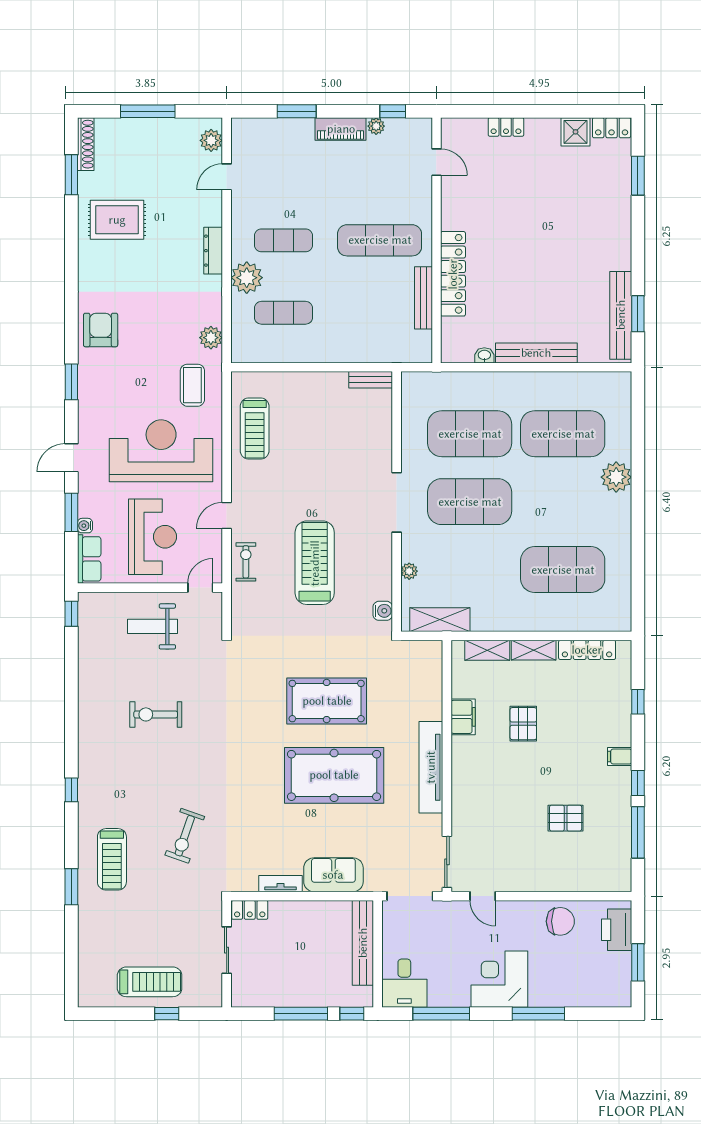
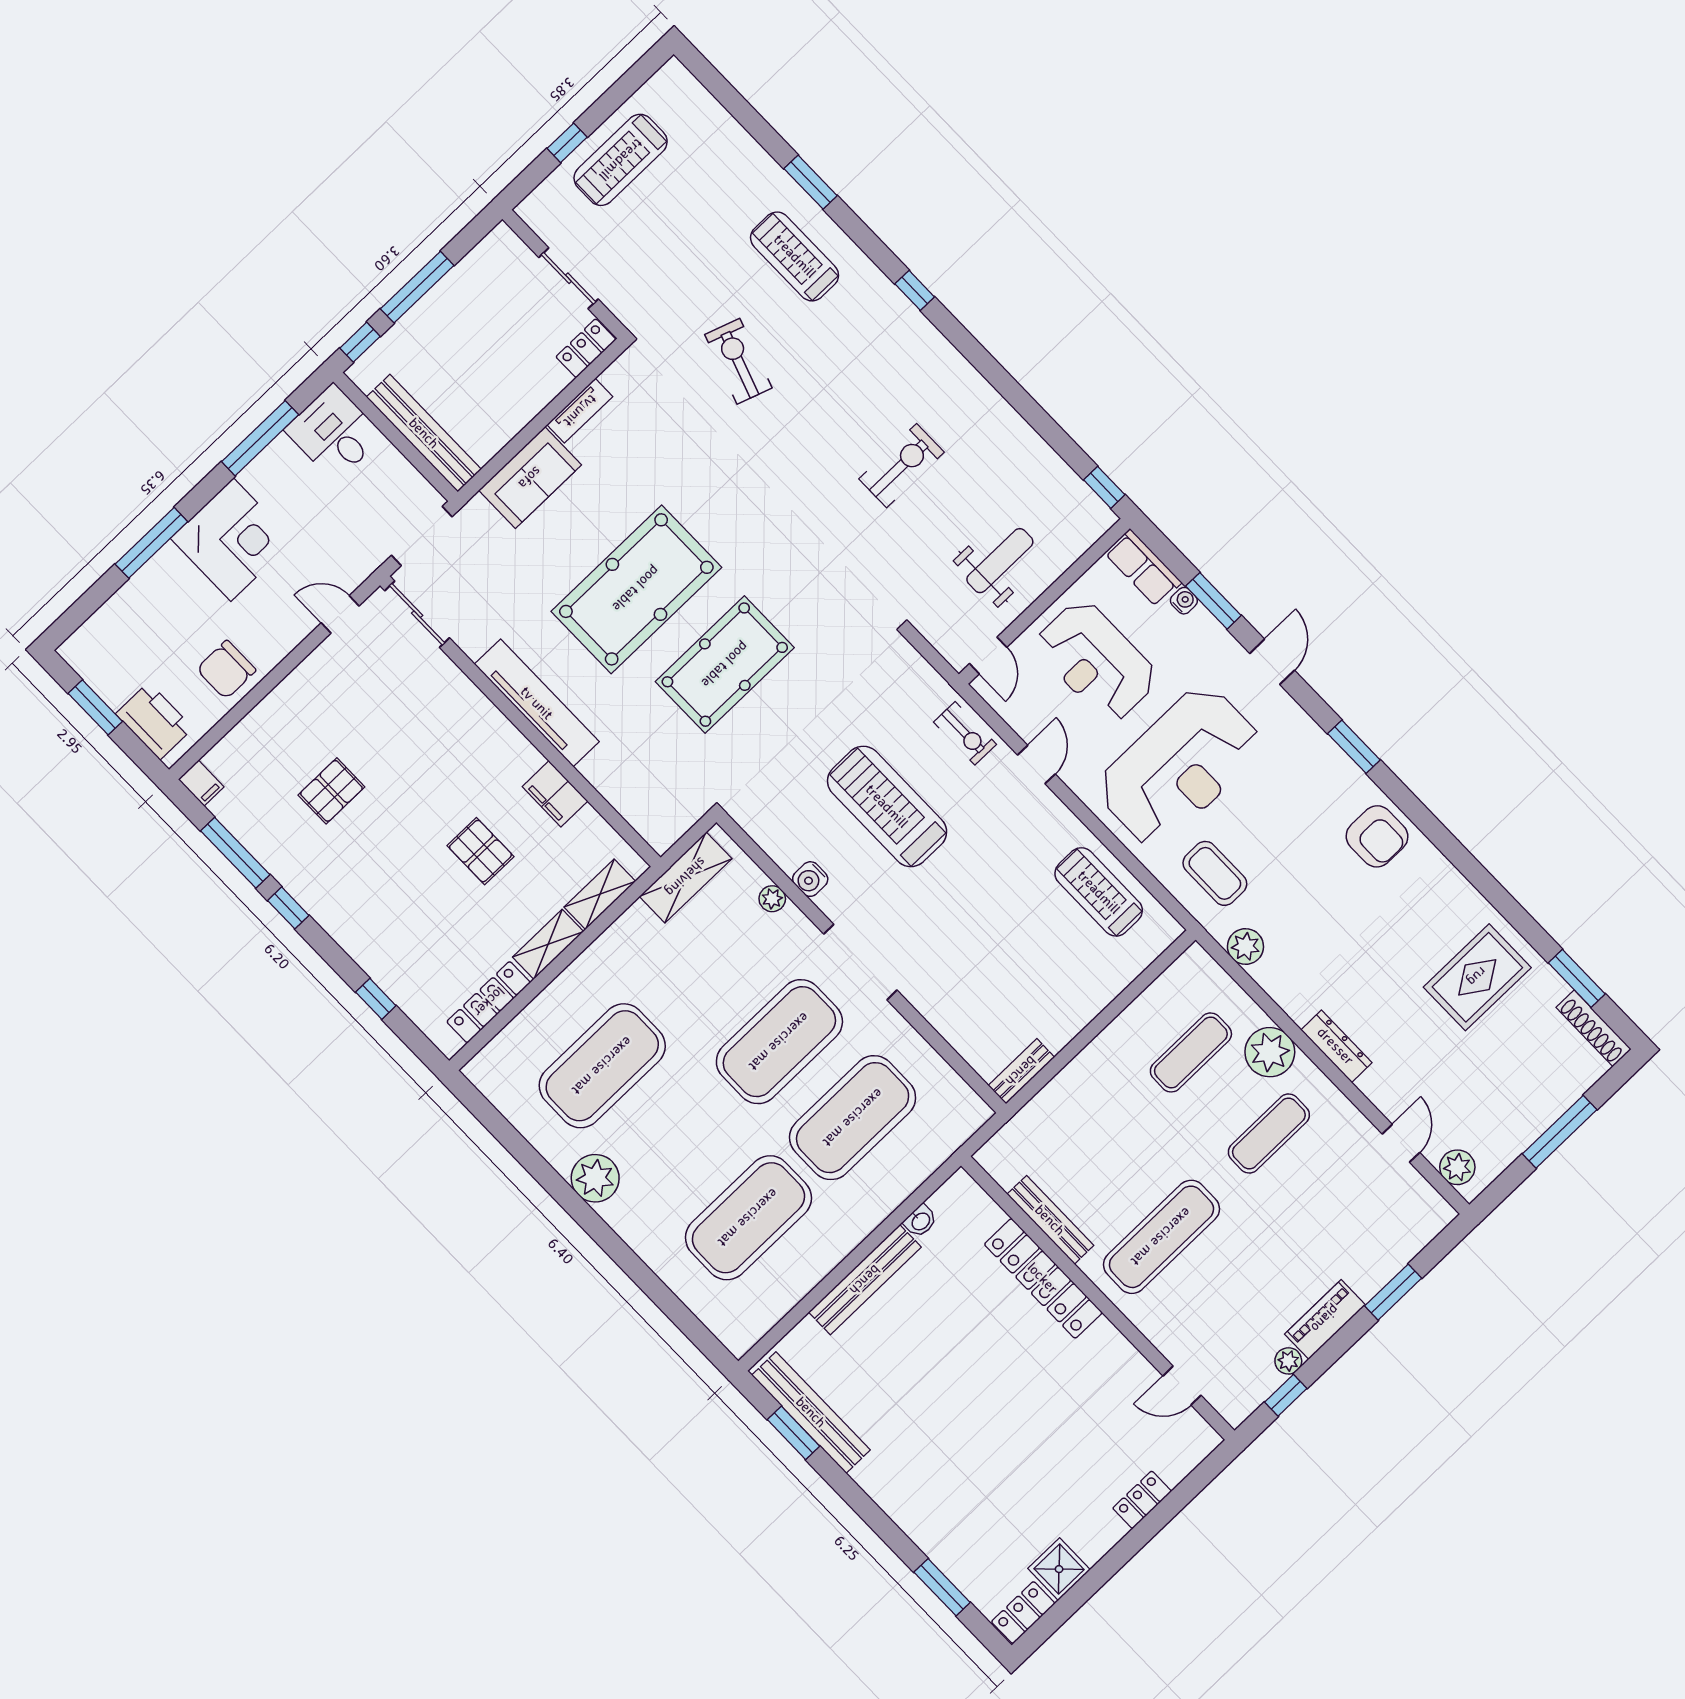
plant: (616, 477) -> (595, 1178), moved
treadmill: (315, 563) -> (887, 806), turned 180
water cooler: (383, 611) -> (810, 879), moved
filing cabinet: (620, 757) -> (201, 783), moved, turned 90

